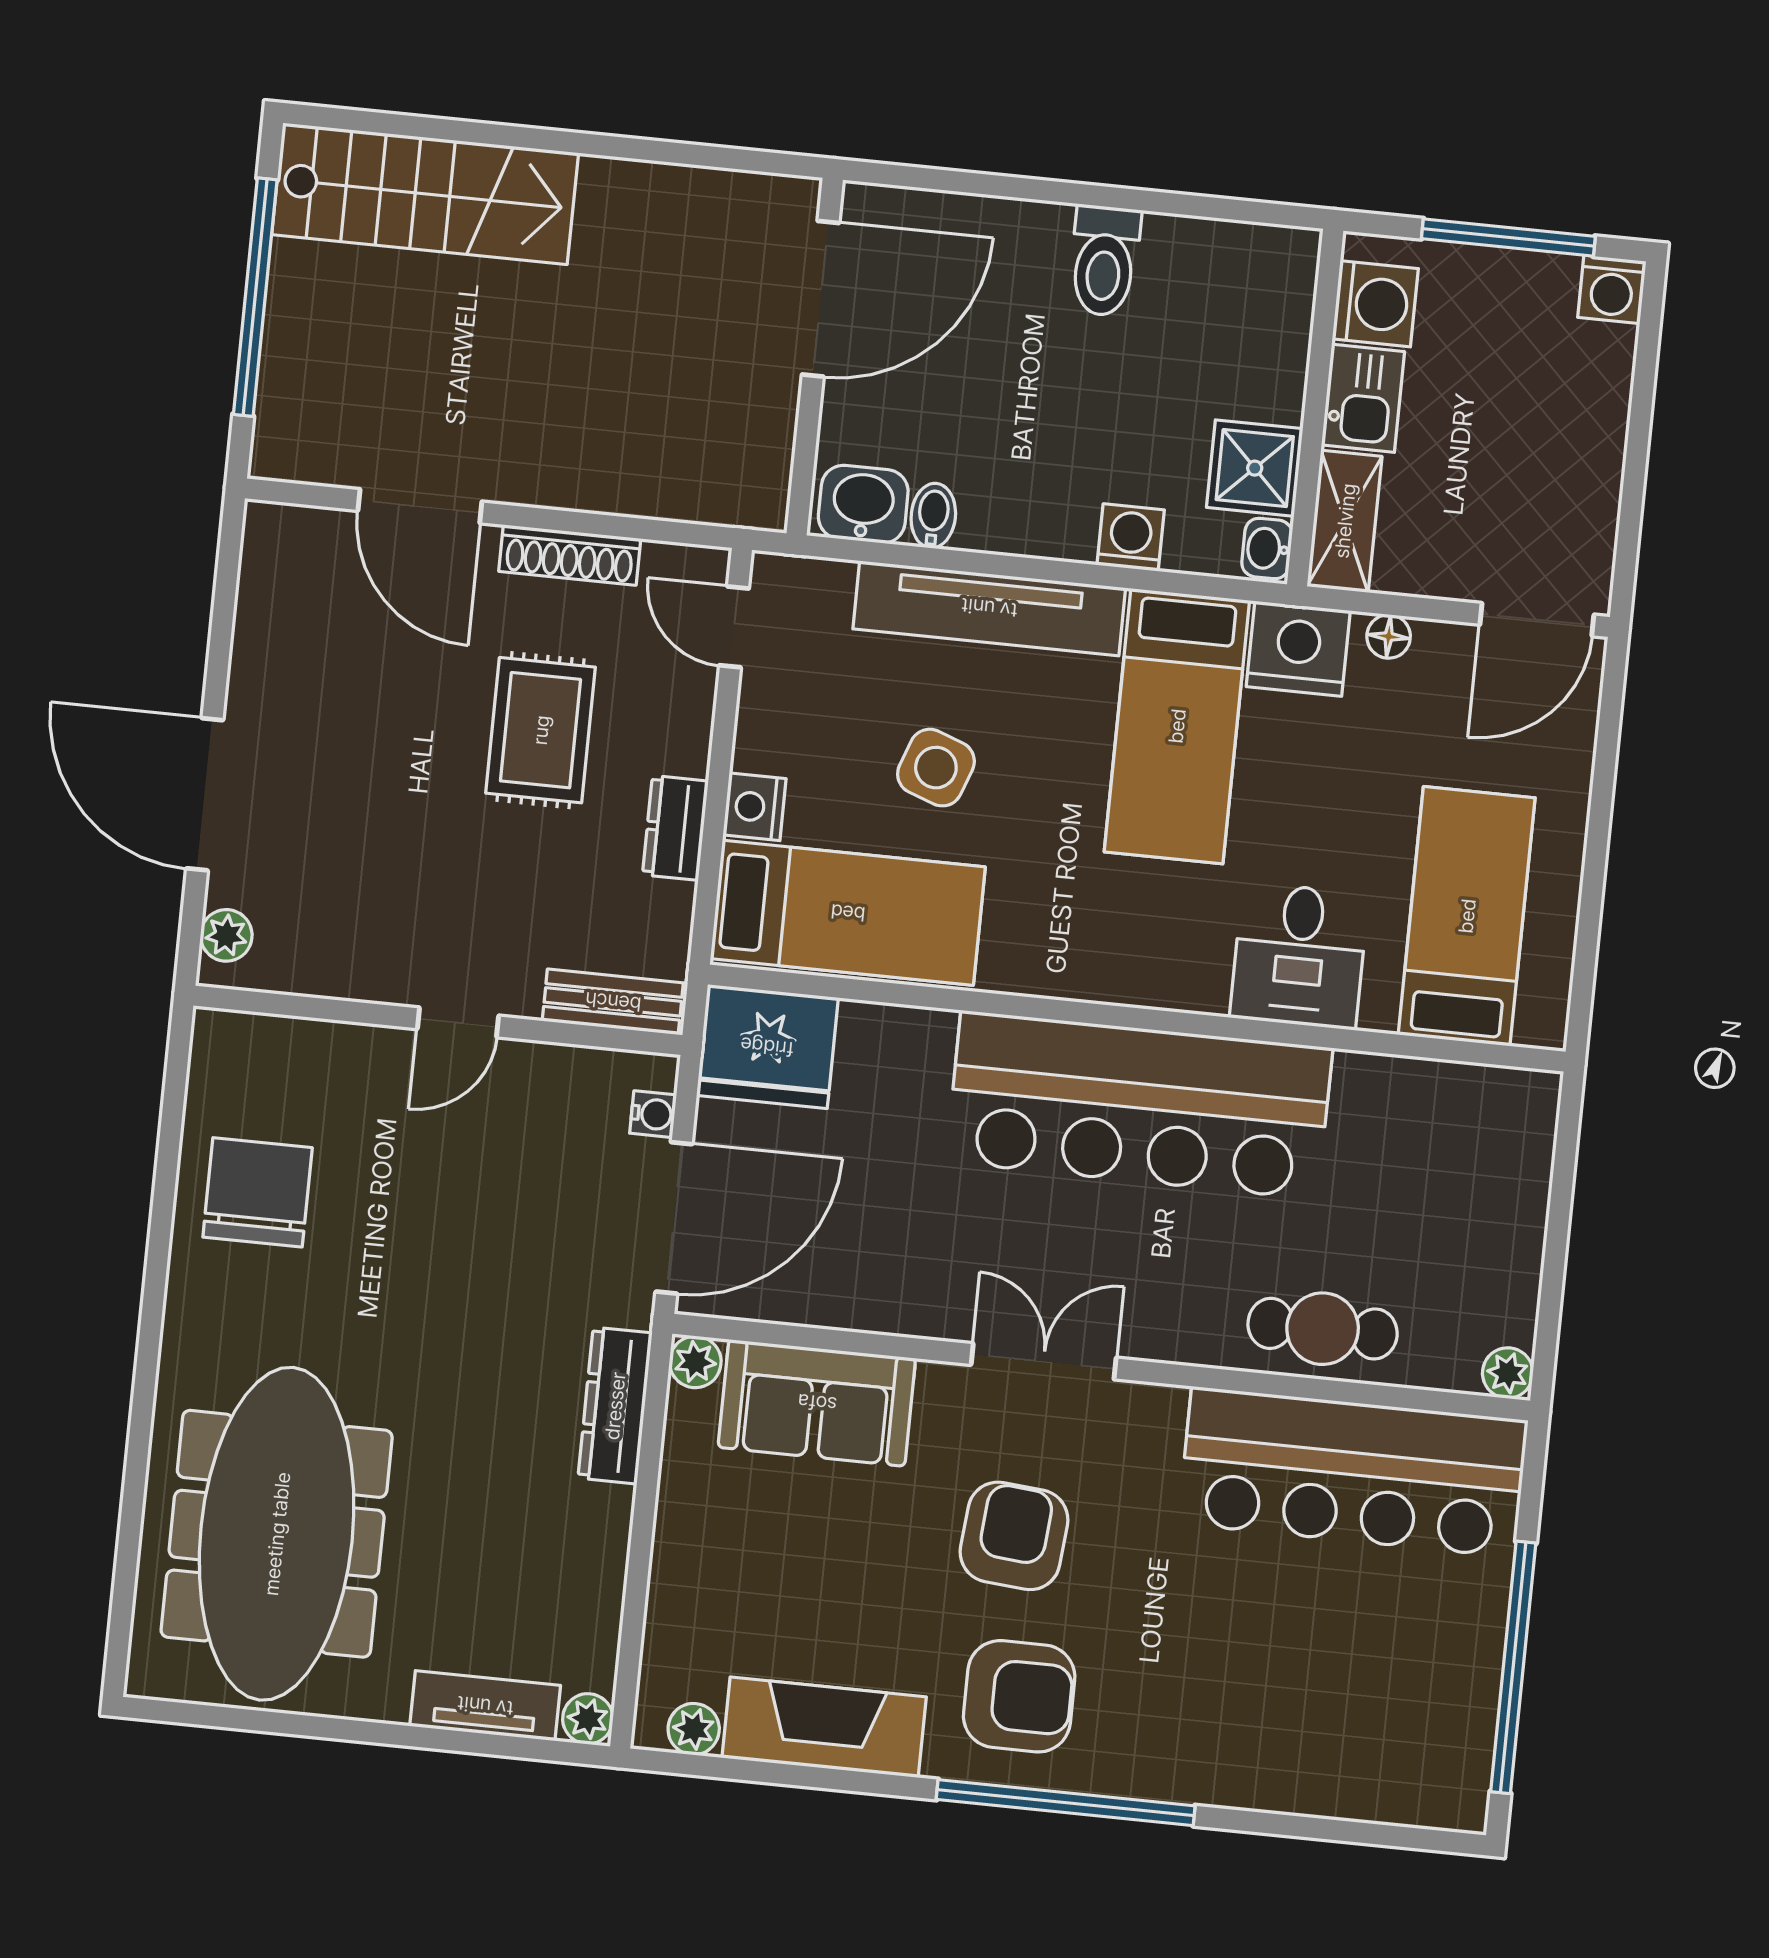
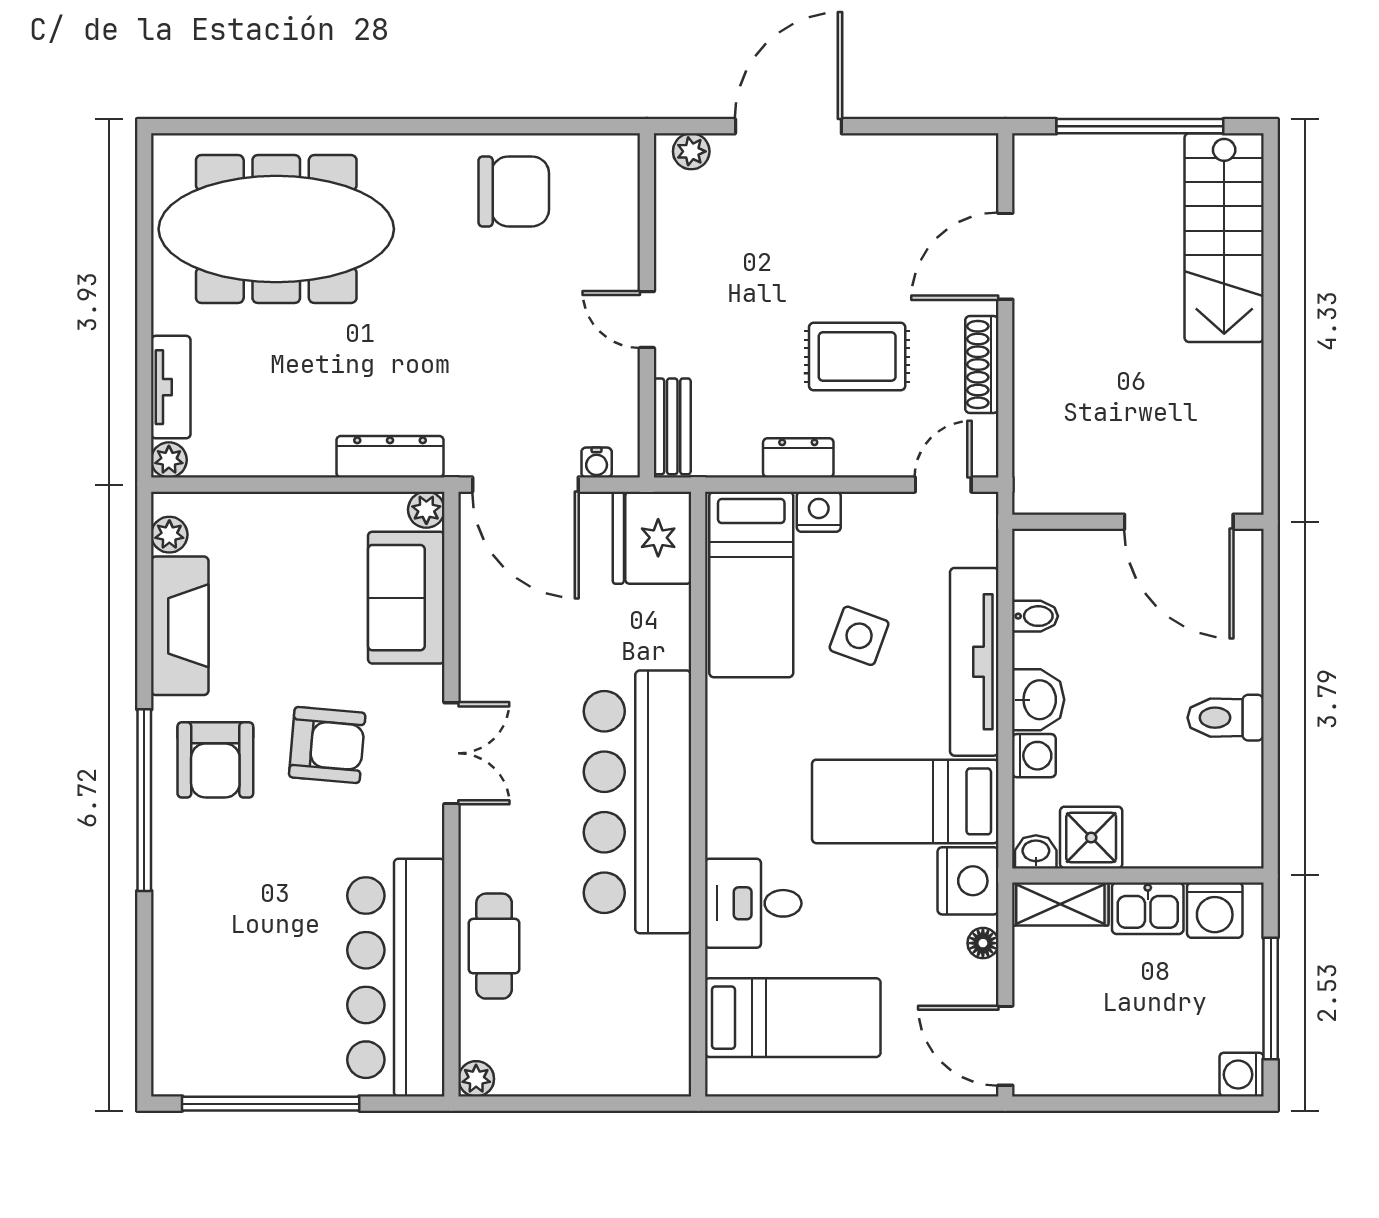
washbasin: (863, 504) -> (1038, 700), moved

